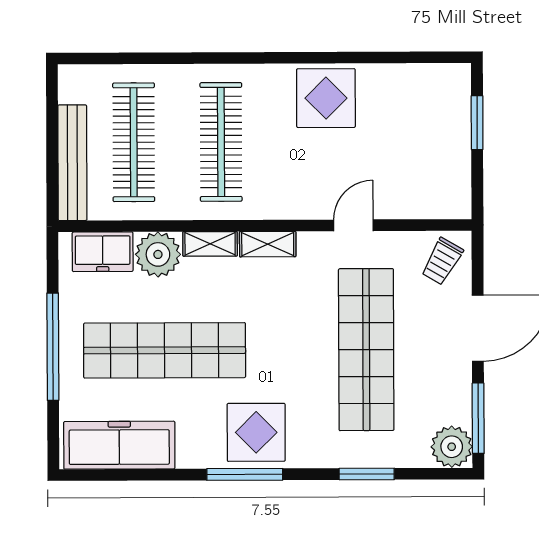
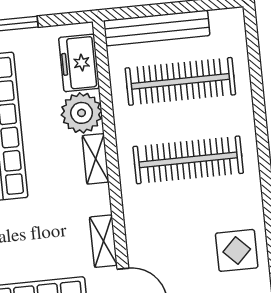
display table: (326, 98) -> (237, 250), width x0.73, depth x0.73
shelving: (268, 244) -> (103, 241), moved

